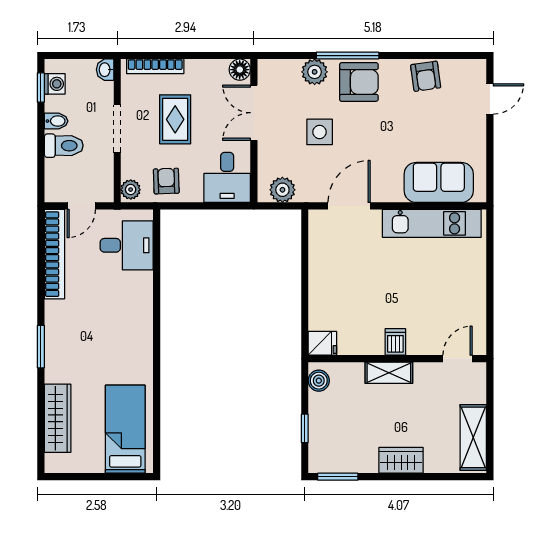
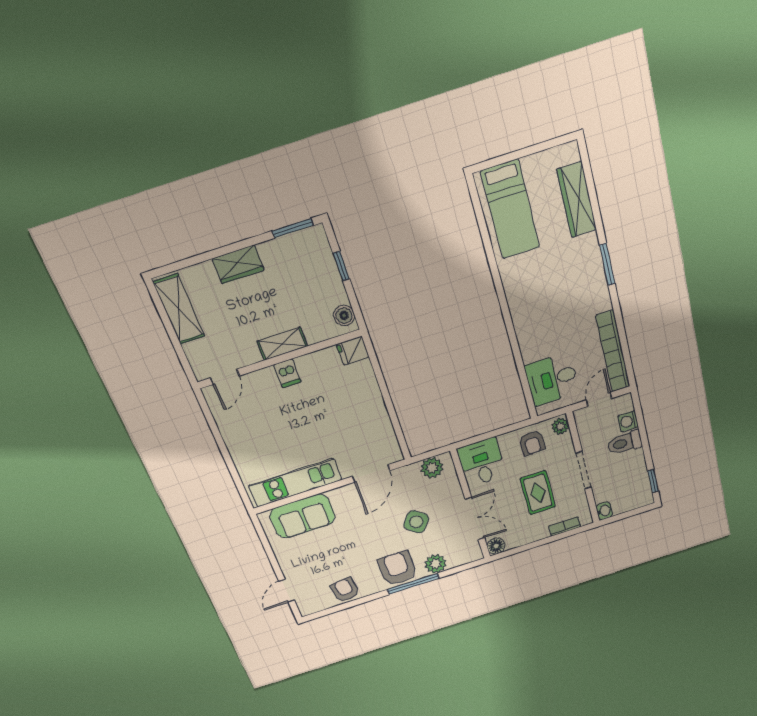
bookcase: (155, 66) -> (565, 526), width x0.64
armchair: (359, 82) -> (397, 568), turned 90
washing machine: (55, 84) -> (628, 421), moved
bidet: (56, 121) -> (635, 460), removed
side table: (320, 132) -> (416, 522), turned 38

